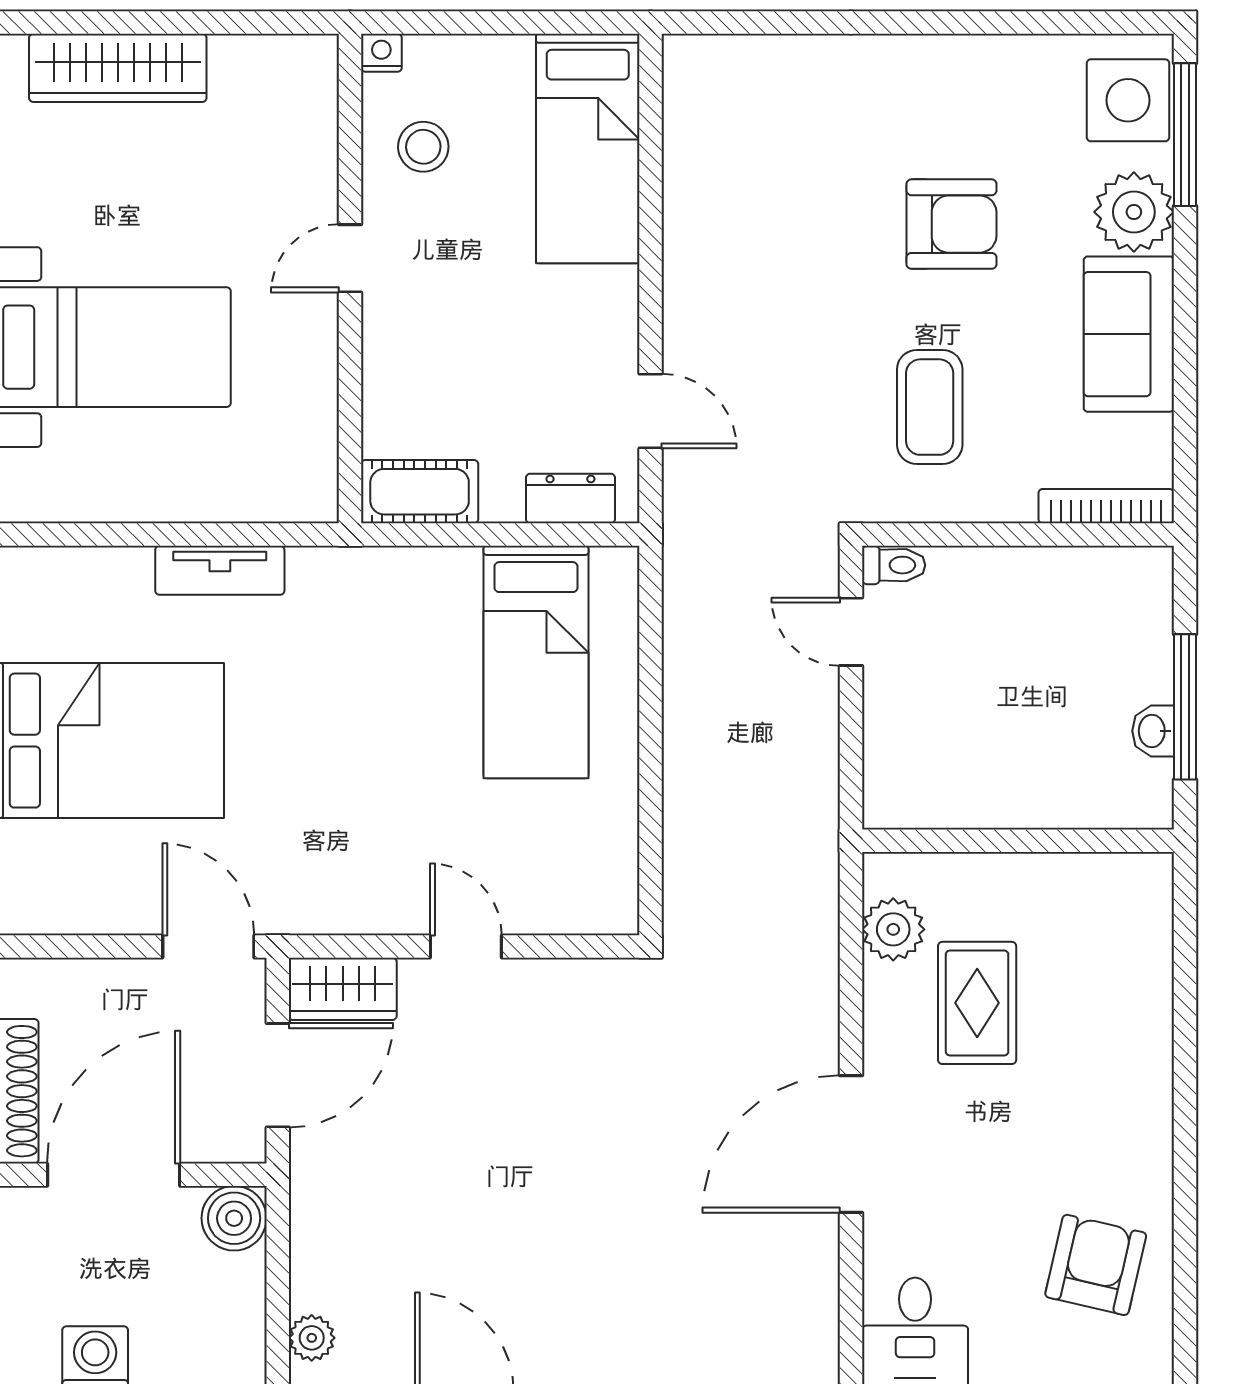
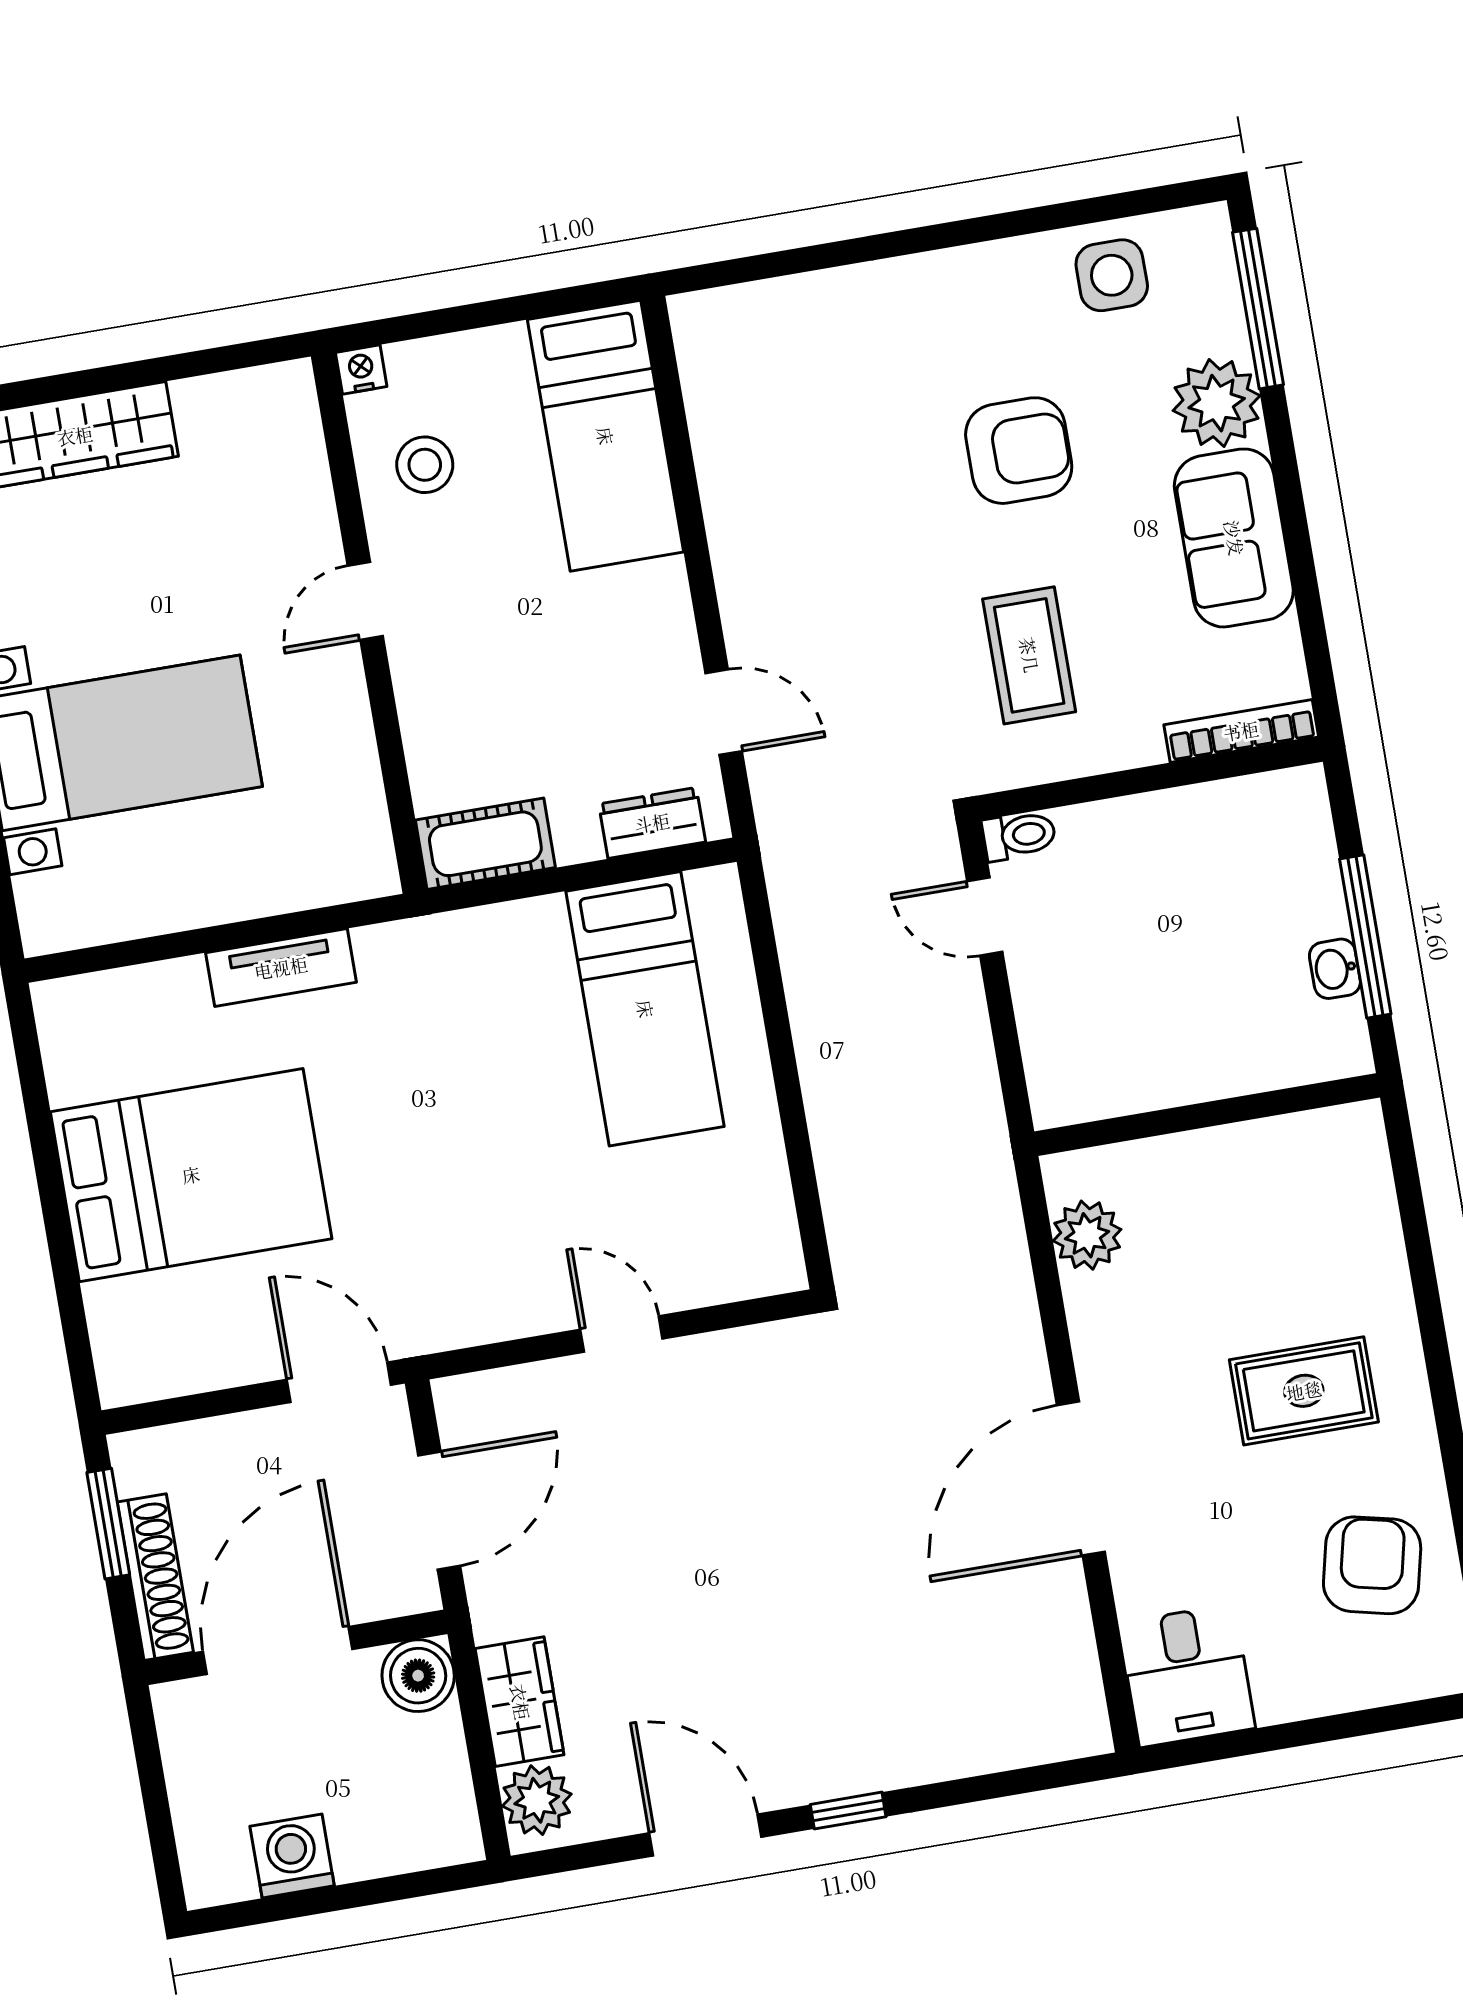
side table: (1128, 100) -> (1112, 275), moved, width x0.73, depth x0.73
wardrobe: (343, 989) -> (520, 1702), moved, turned -90
rug: (977, 1003) -> (1304, 1391), moved, turned 90
plant: (312, 1338) -> (537, 1800), width x1.38, depth x1.38

